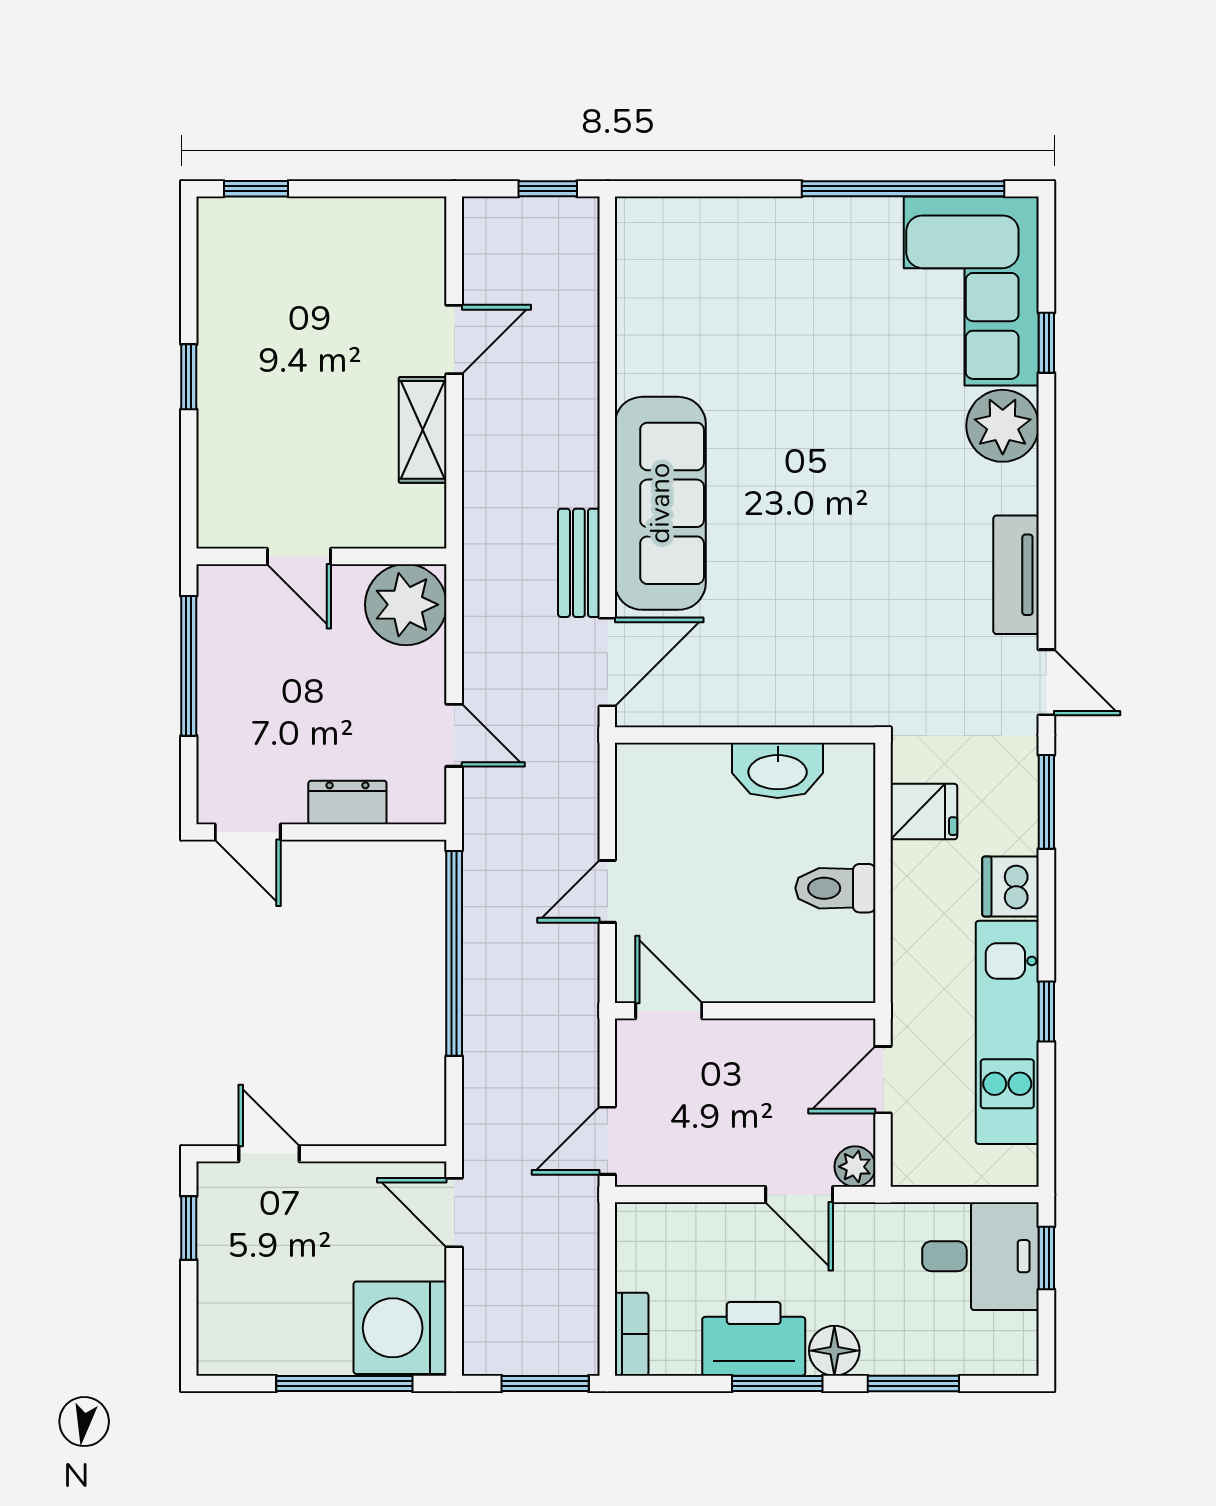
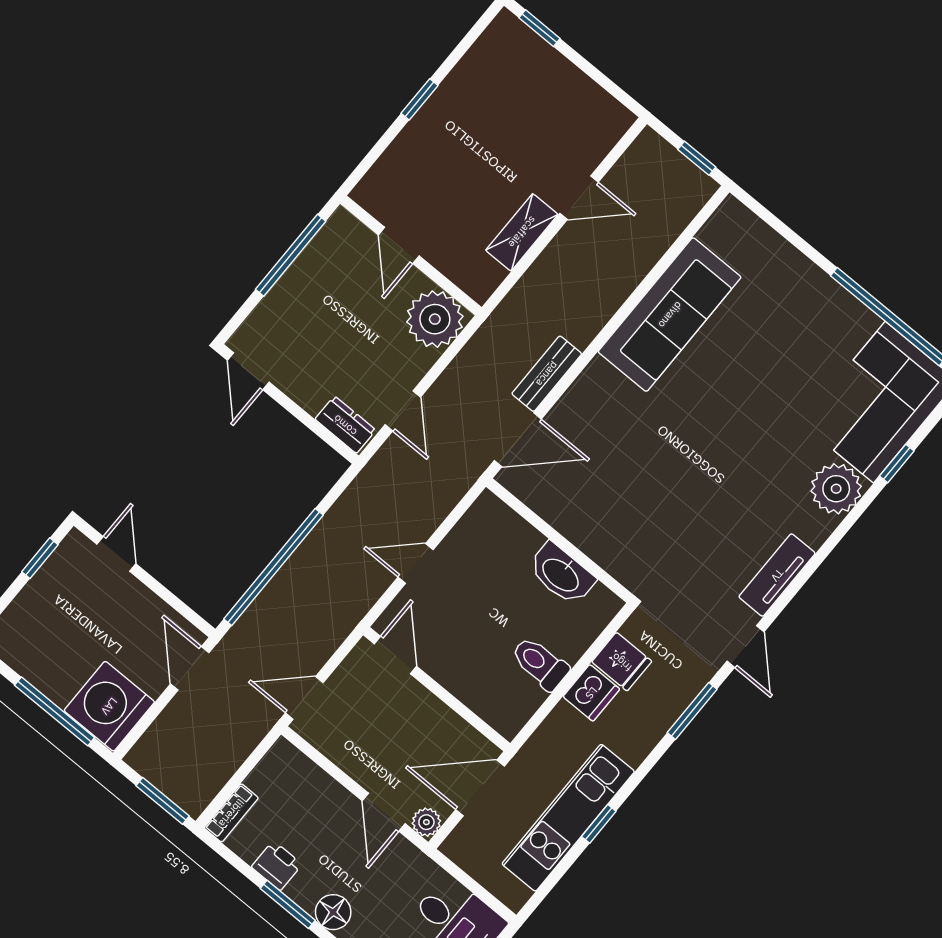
sofa: (660, 503) -> (670, 315), moved
dresser: (347, 802) -> (345, 425), moved
dishwasher: (1011, 887) -> (591, 693), moved, turned 180
window: (454, 953) -> (274, 567), moved
door: (883, 1080) -> (480, 788), width x1.38
printer: (754, 1339) -> (277, 866), width x0.53, depth x0.68

